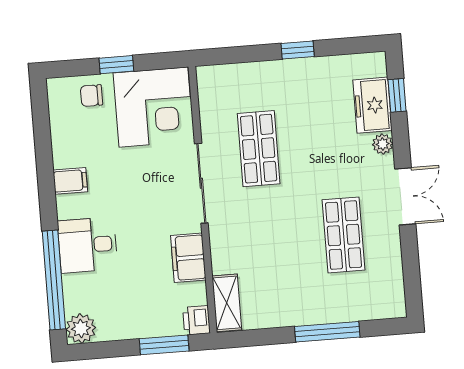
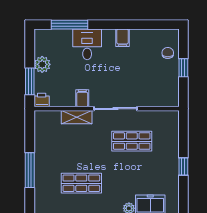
corner desk: (153, 107) -> (159, 86), removed
filing cabinet: (188, 258) -> (82, 98), width x0.50
window: (54, 280) -> (70, 25), width x0.68
shelving: (227, 303) -> (77, 117), moved
plant: (81, 328) -> (42, 64), moved

